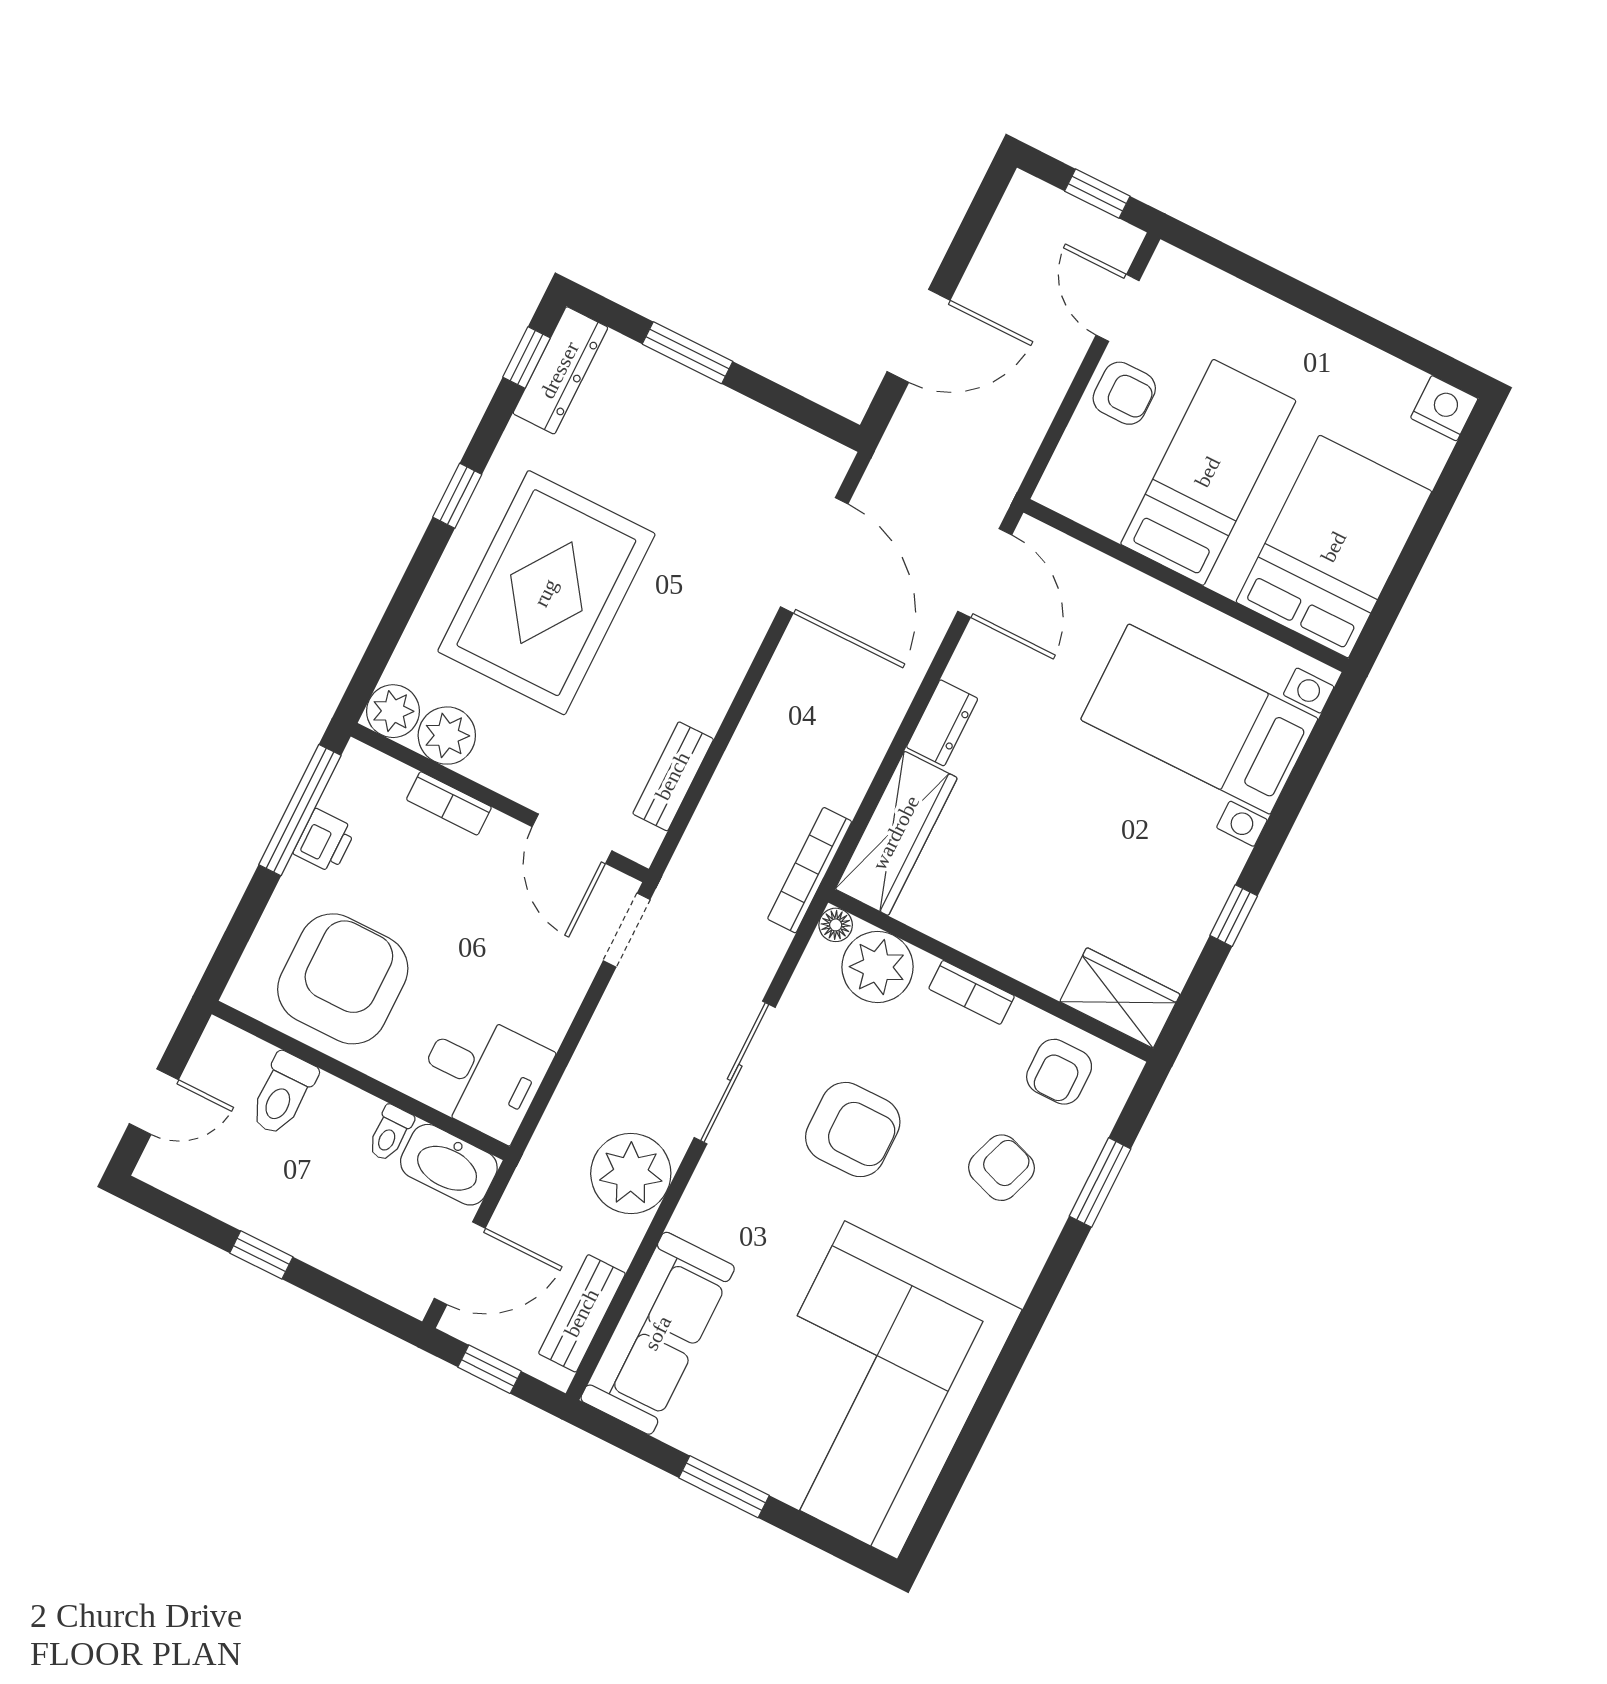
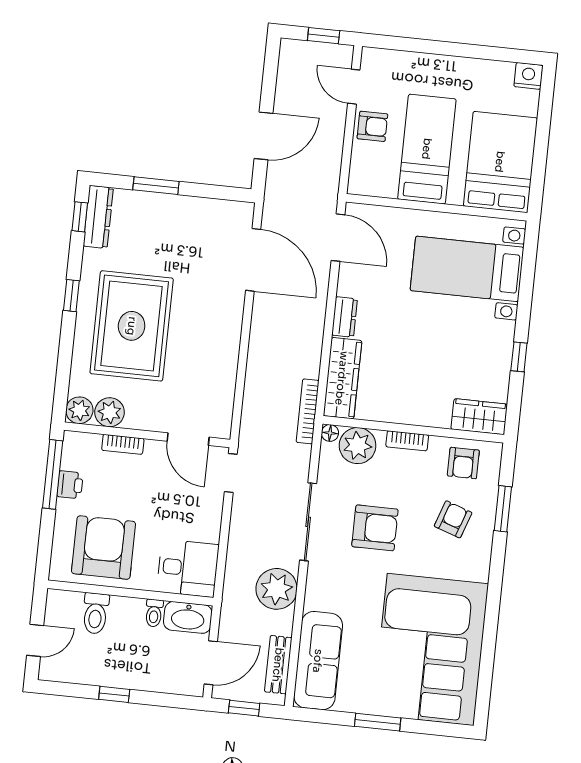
bench: (673, 776) -> (225, 391), removed

